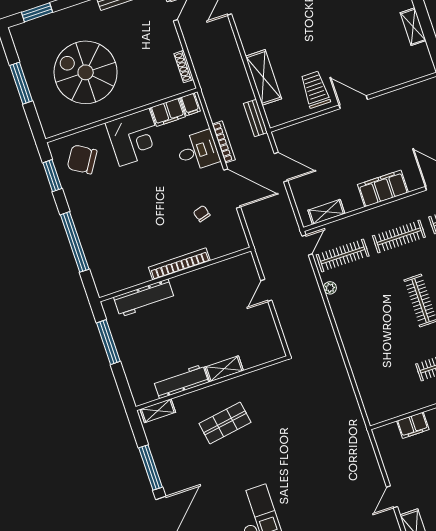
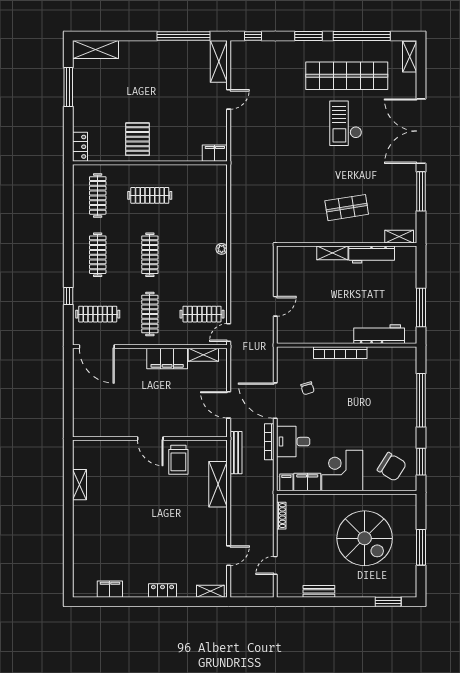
bench: (255, 118) -> (236, 453), width x1.36
filing cabinet: (383, 188) -> (167, 358), moved
clothes rail: (399, 236) -> (150, 314), turned 90
plant: (330, 288) -> (222, 249), moved
filing cabinet: (413, 425) -> (215, 153), moved

